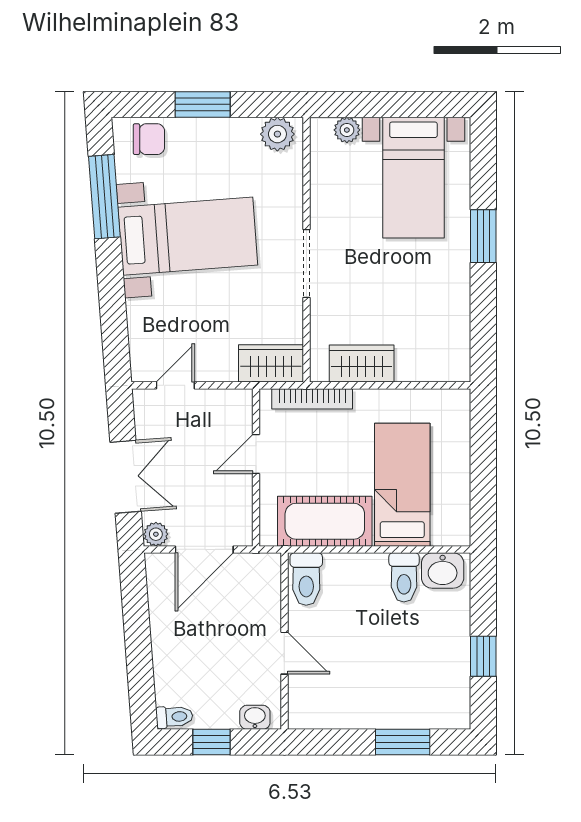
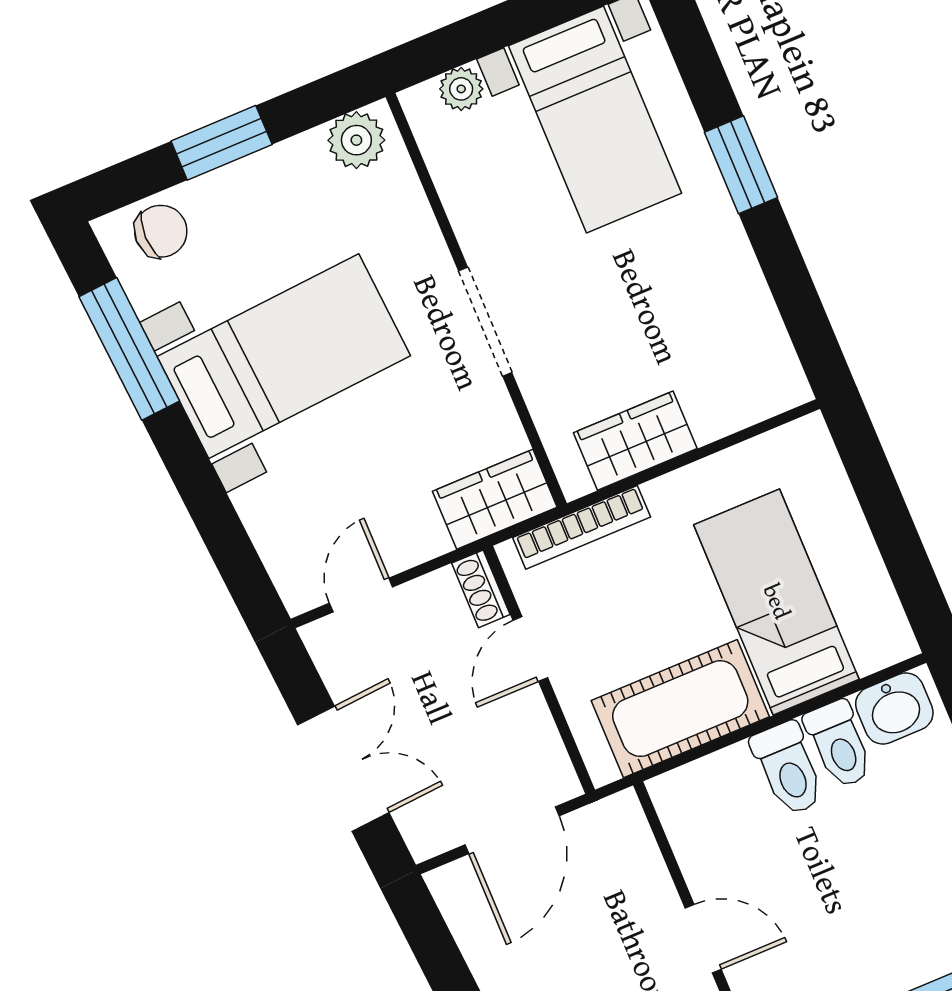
shoe rack: (243, 409) -> (481, 589), added
plant: (156, 534) -> (427, 838), removed
toilet: (306, 579) -> (788, 769), moved

